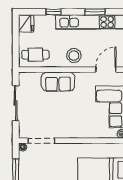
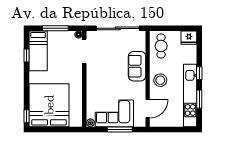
window: (53, 12) -> (199, 73), moved
door: (106, 70) -> (148, 109), hinge flipped
sliding door: (16, 103) -> (118, 28), width x1.36

